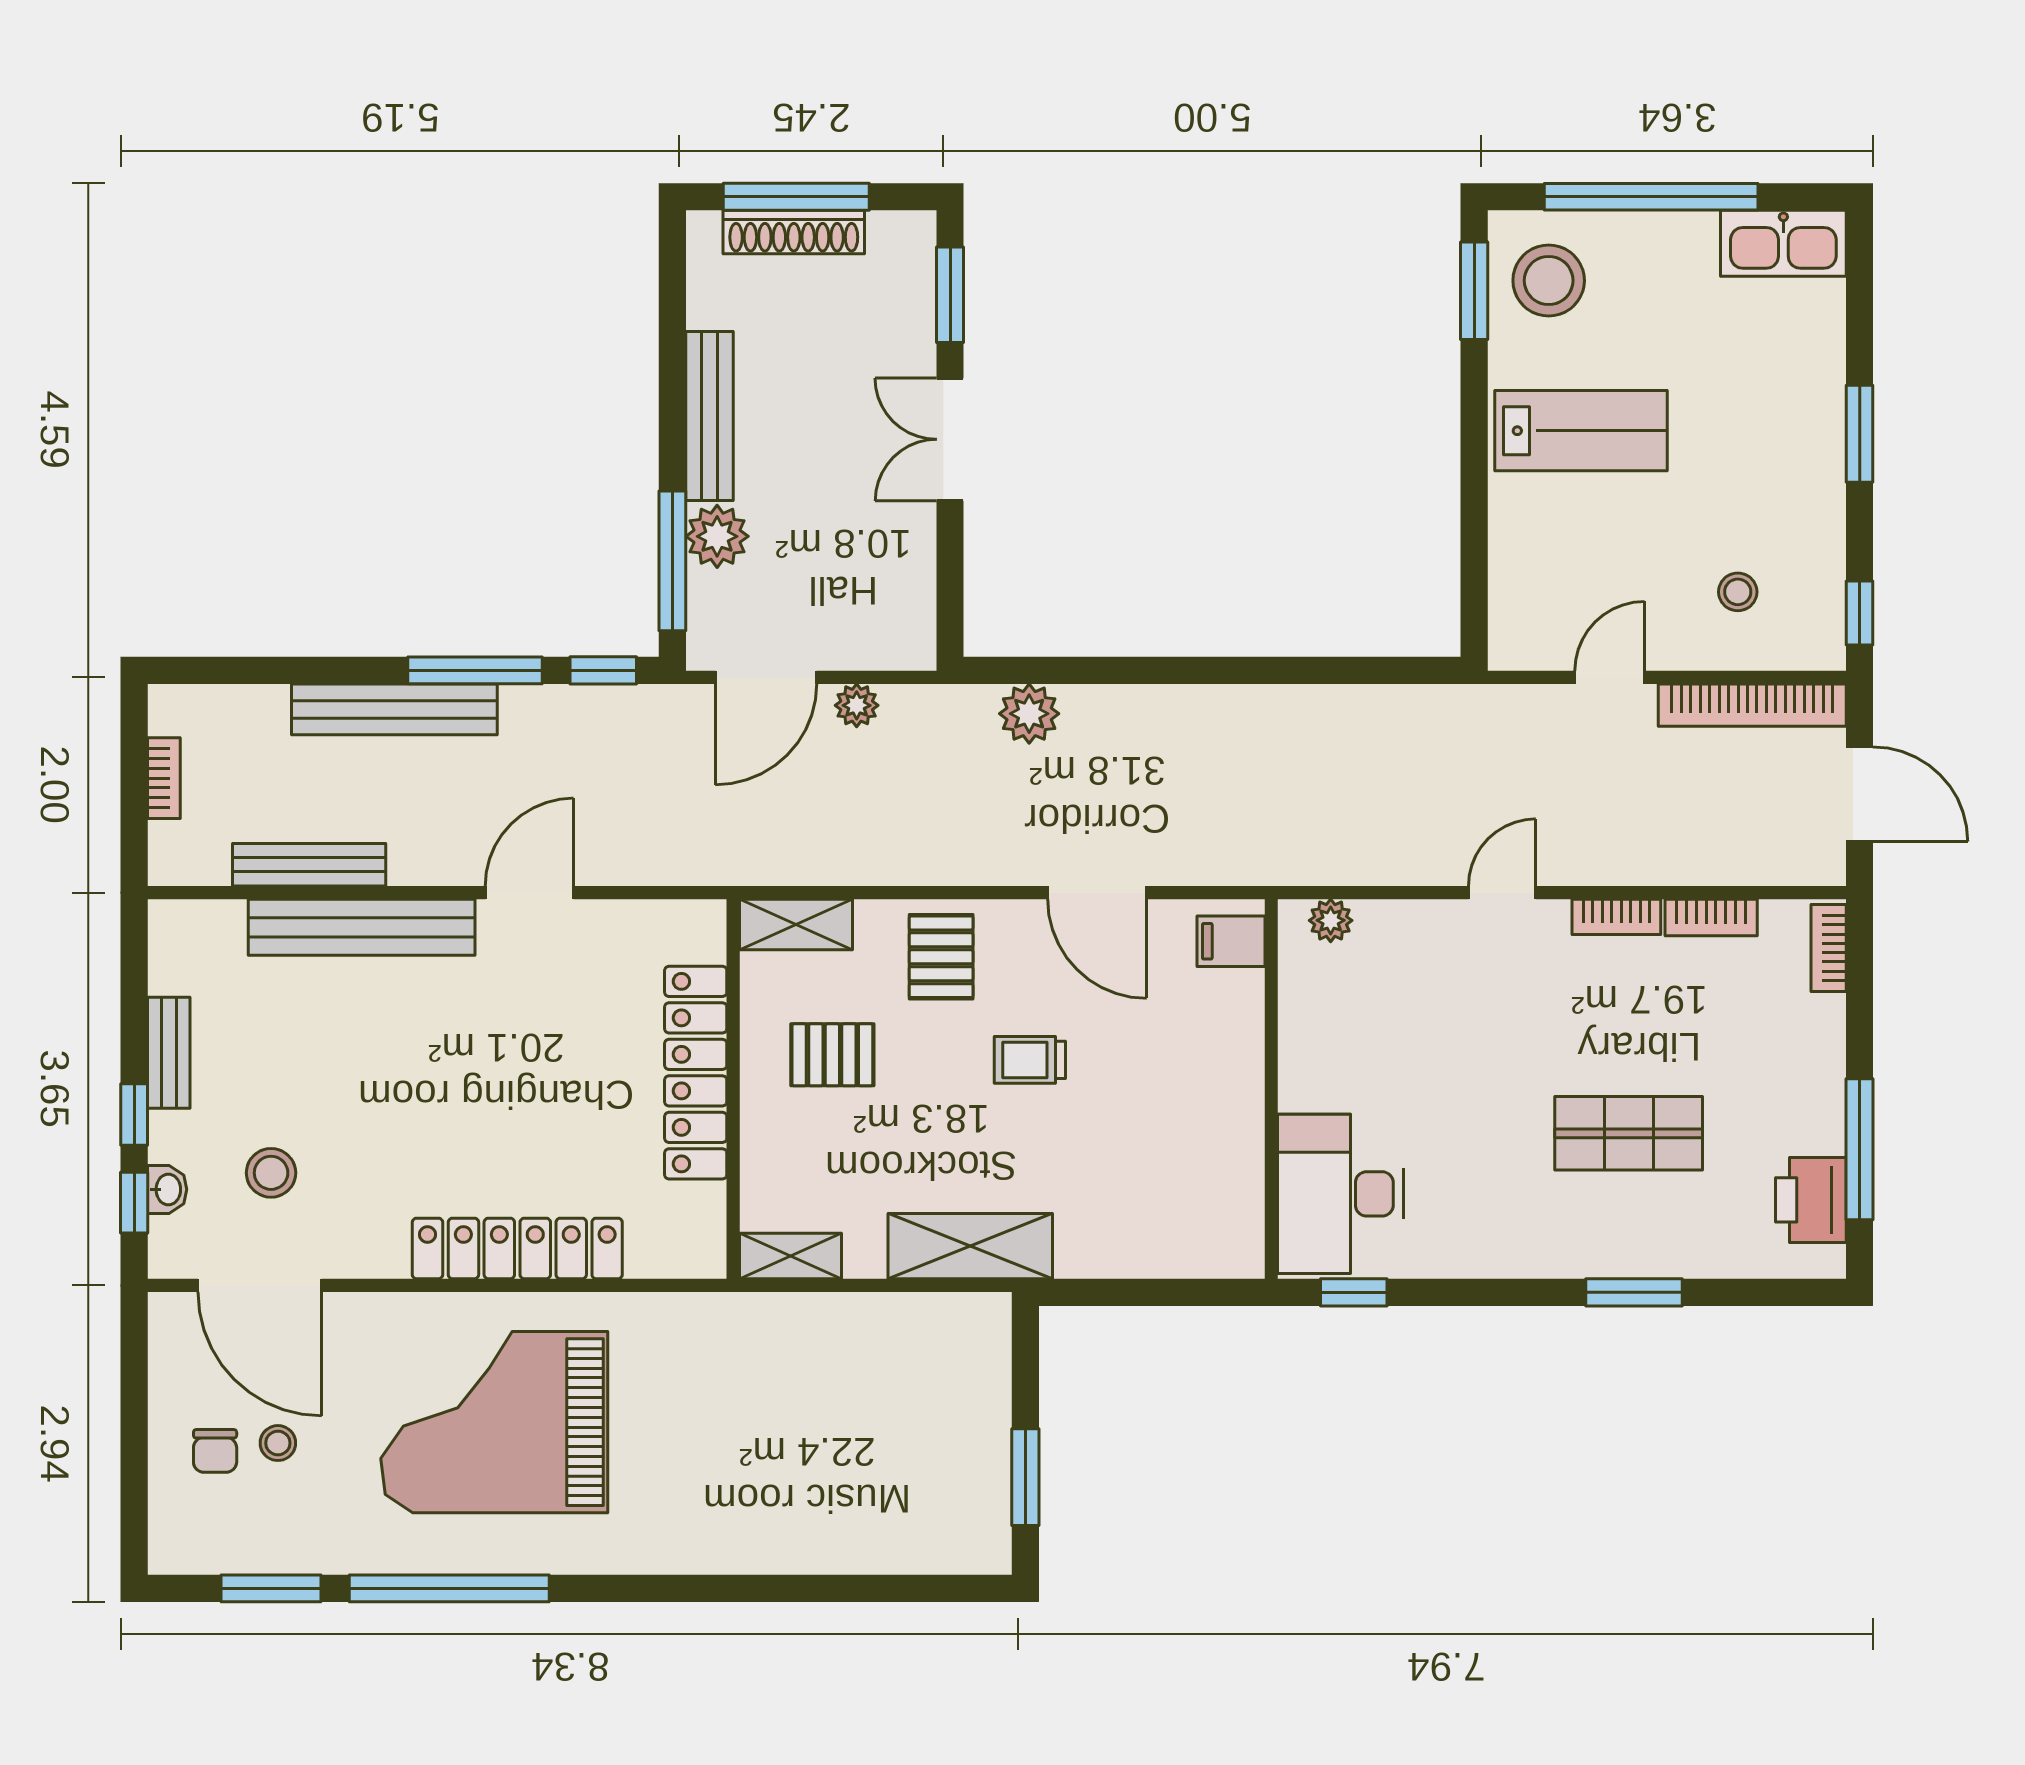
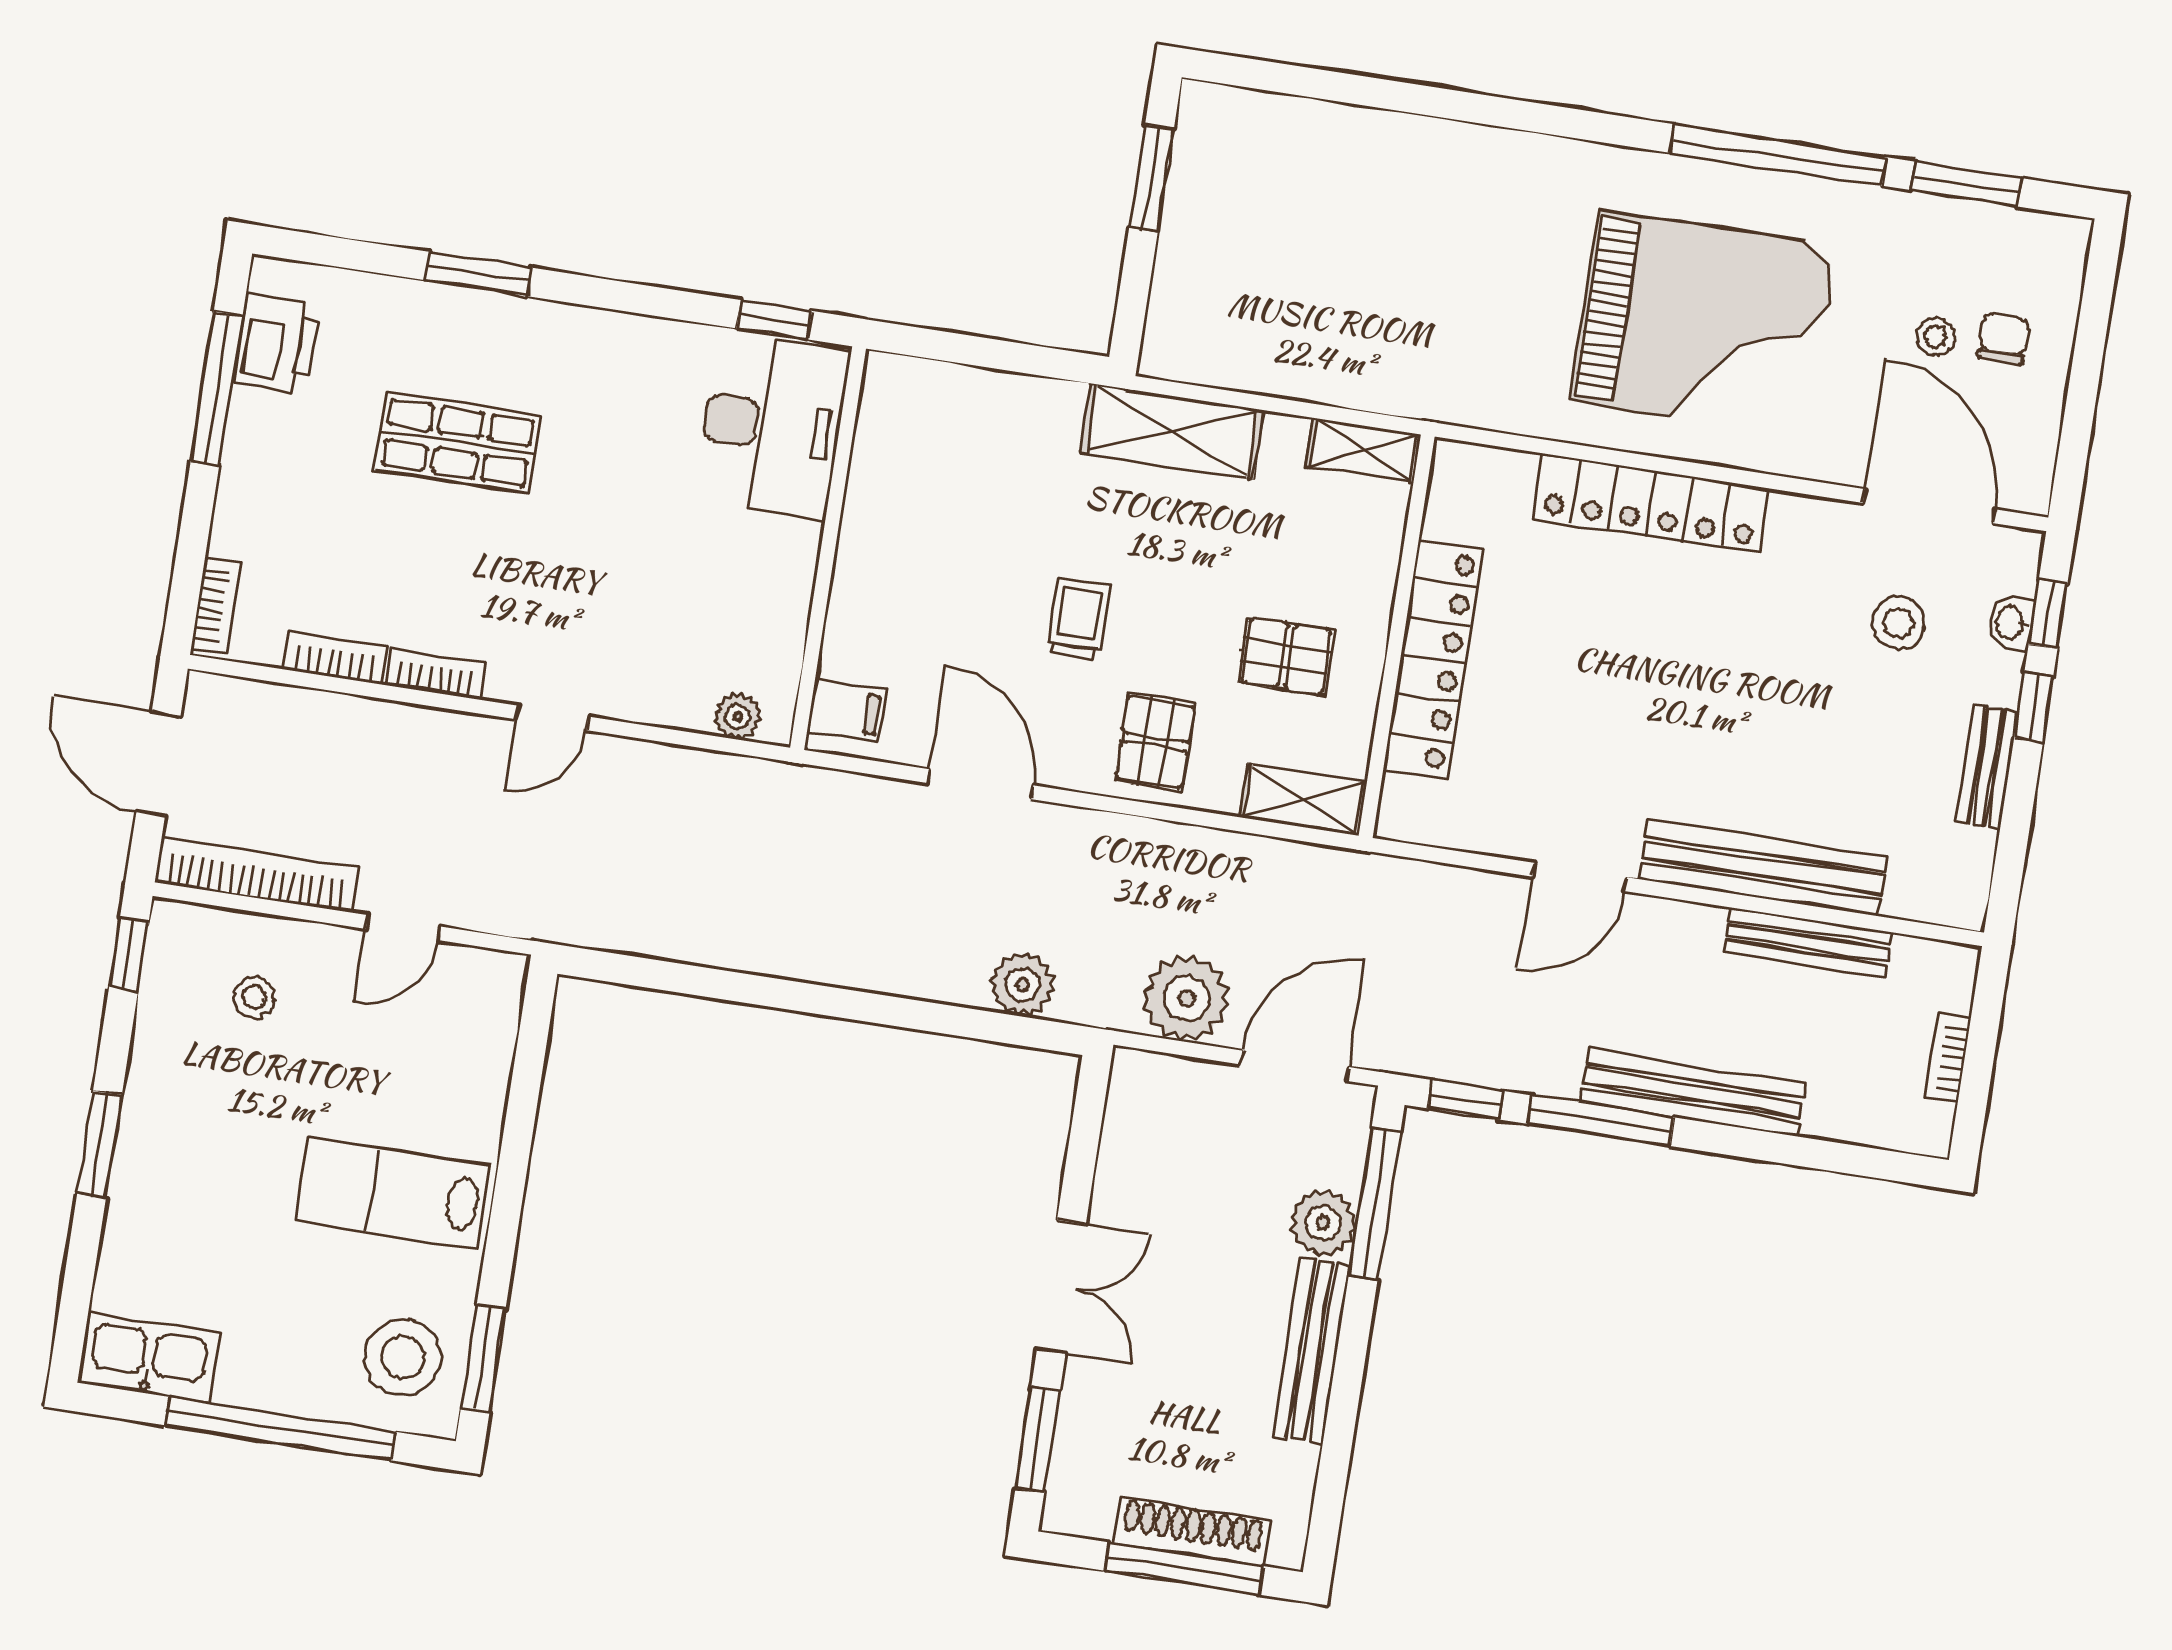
plant: (857, 705) -> (1187, 998), width x1.88, depth x1.88
trolley: (1030, 1060) -> (1078, 618), turned -90

